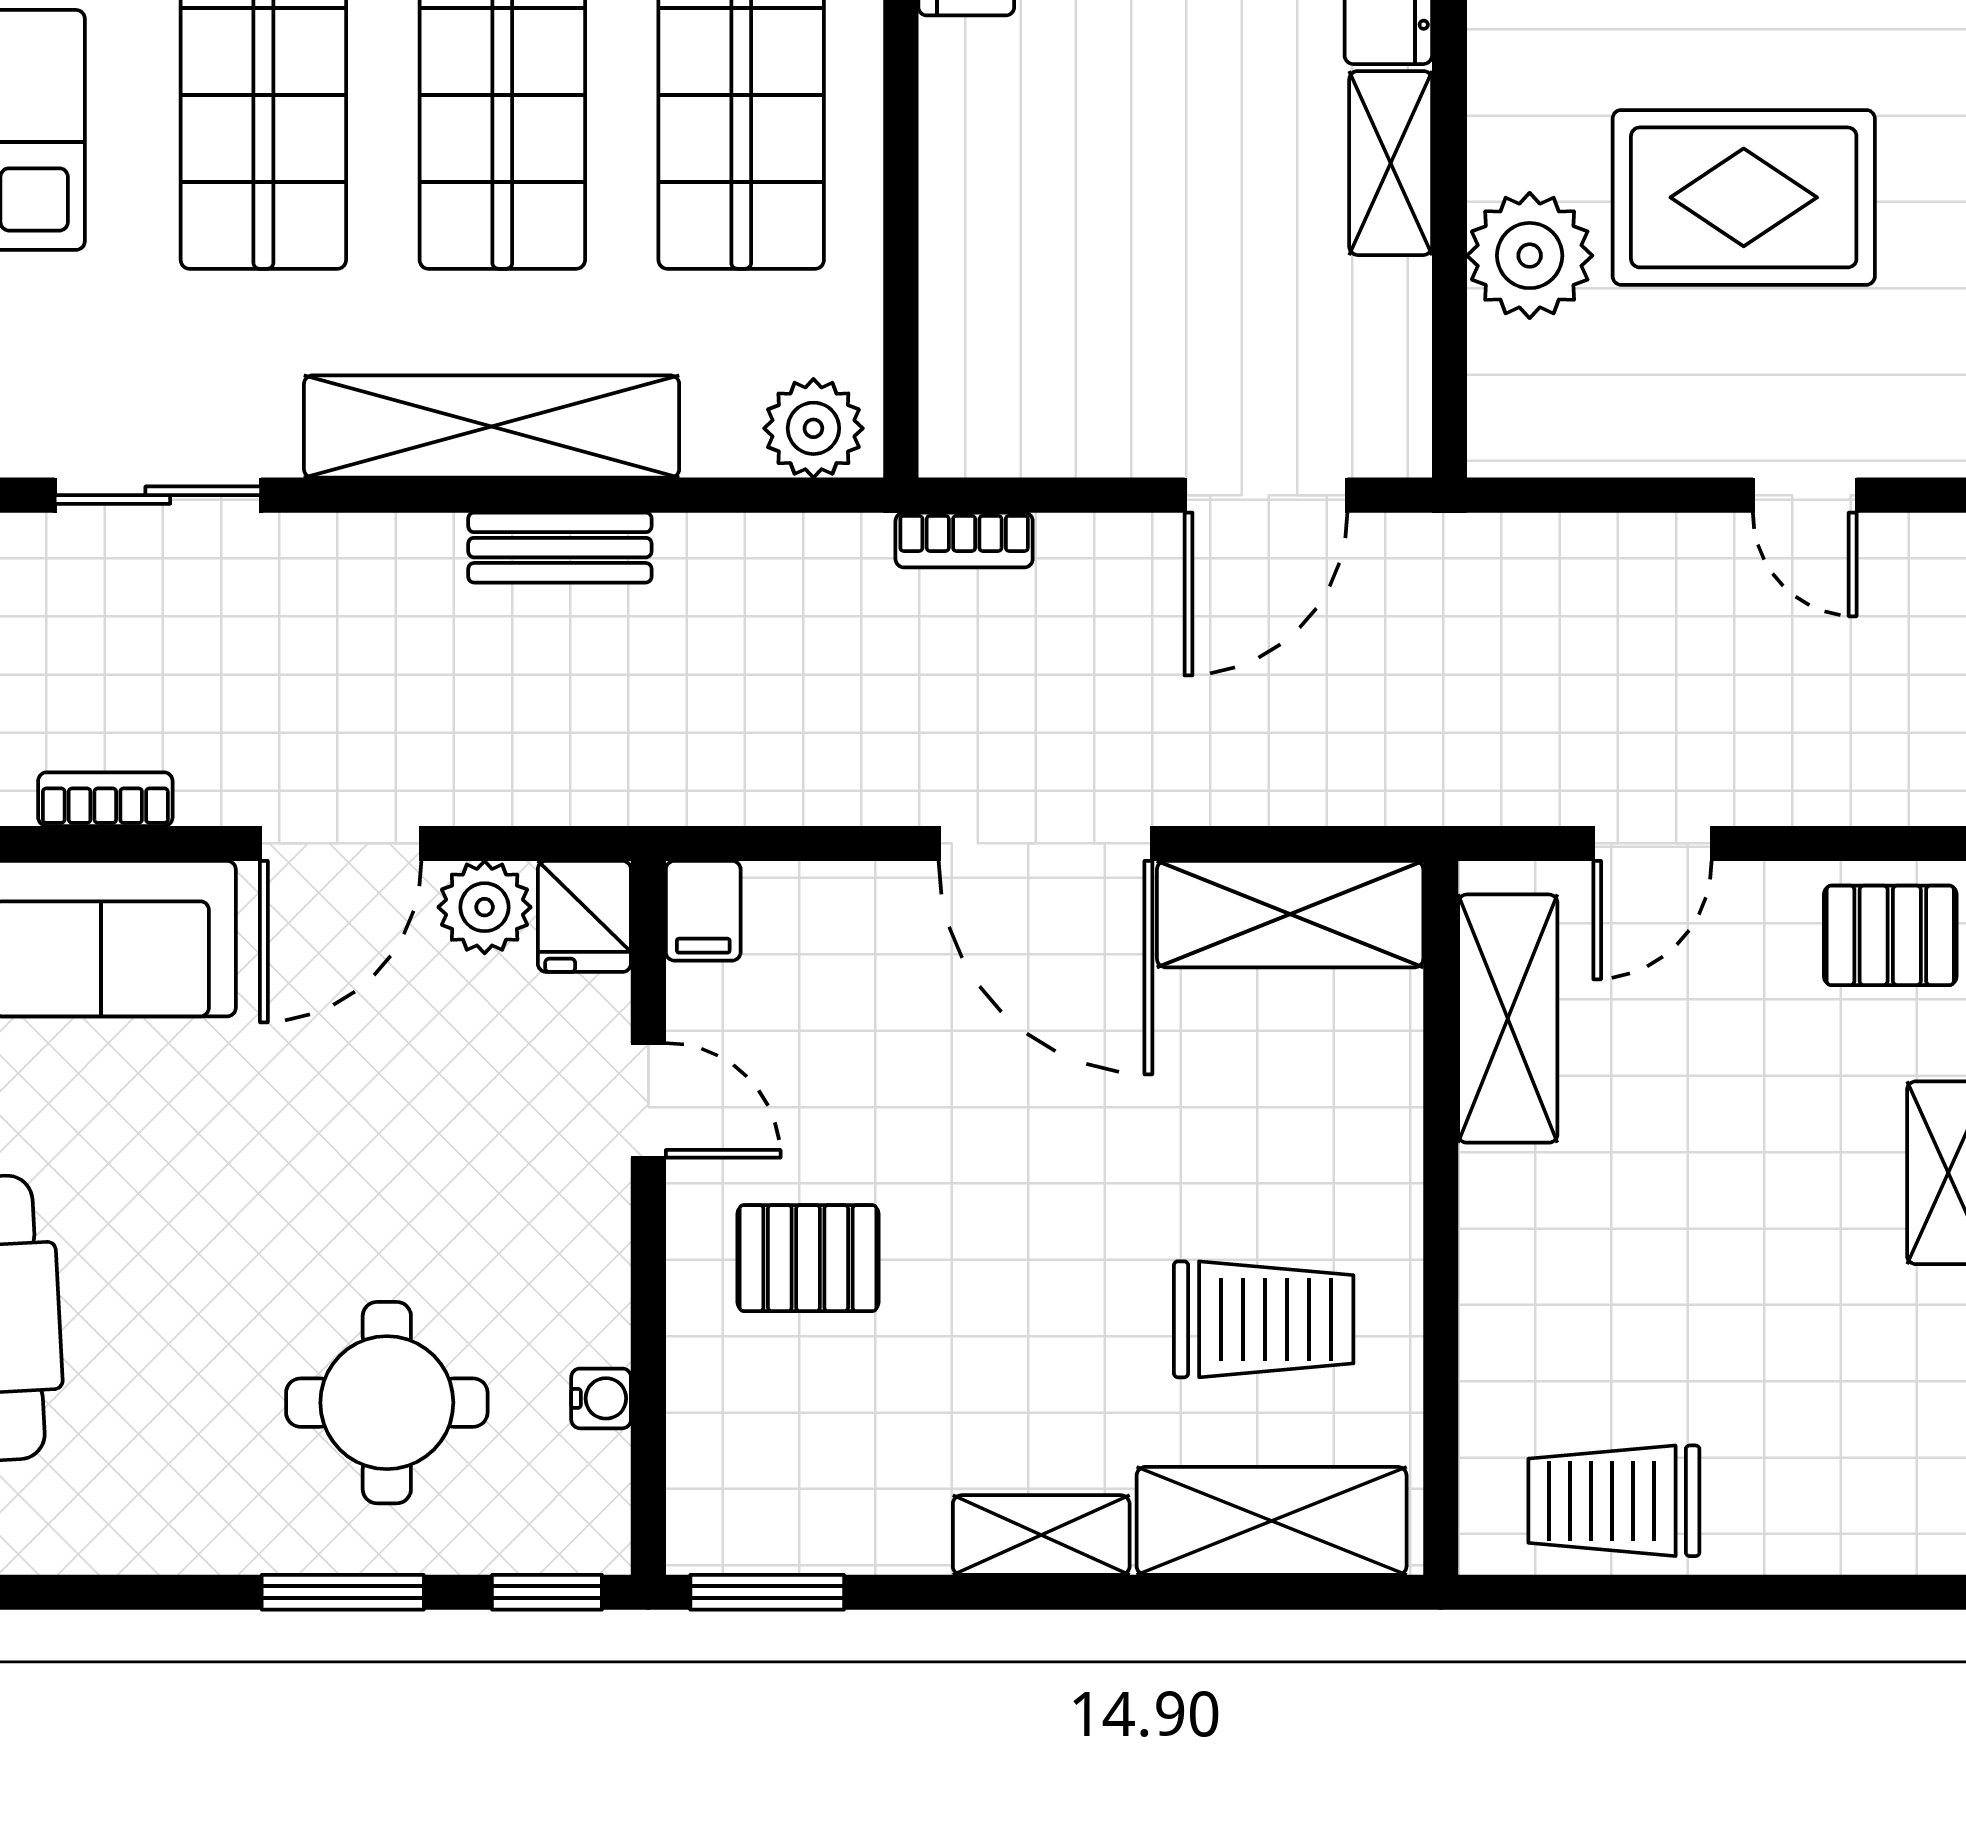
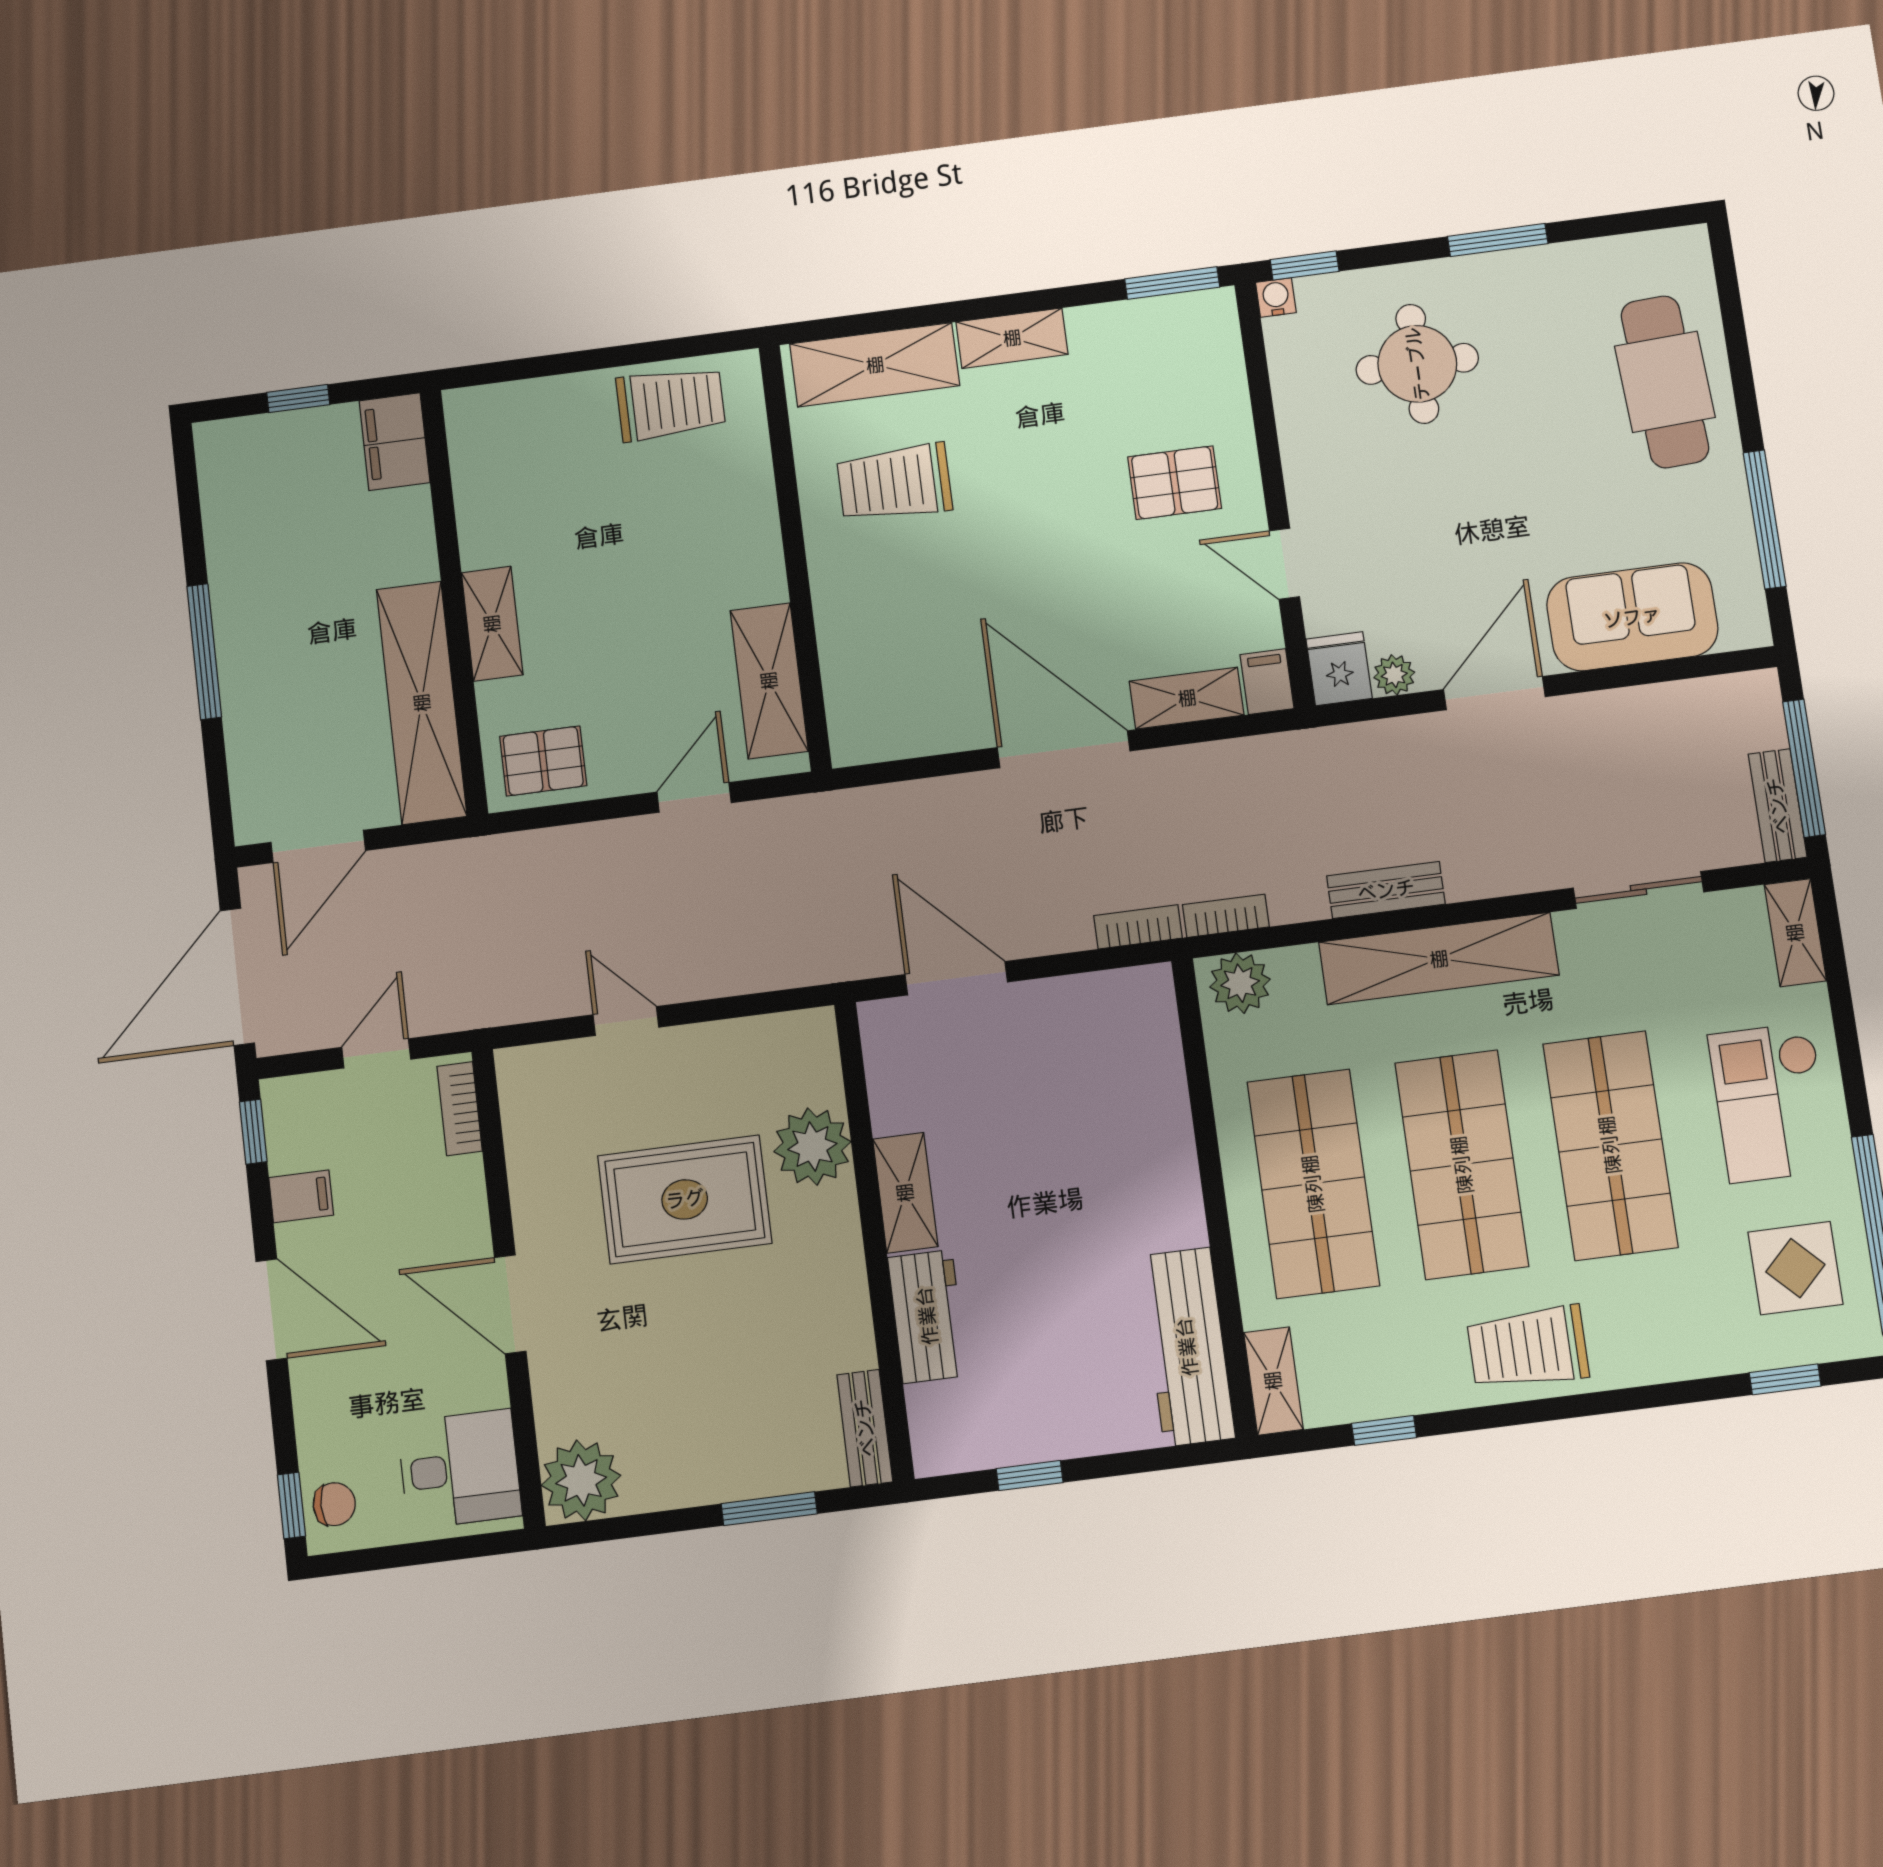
door: (1266, 495) -> (956, 978), hinge flipped
bookcase: (105, 799) -> (1226, 916), moved, turned 180
plant: (485, 907) -> (1394, 675), width x0.73, depth x0.73
shelving: (1290, 914) -> (1187, 698), moved, width x0.67, depth x0.75
water cooler: (601, 1398) -> (1276, 297), moved, turned 90
window: (343, 1592) -> (1498, 240), moved

